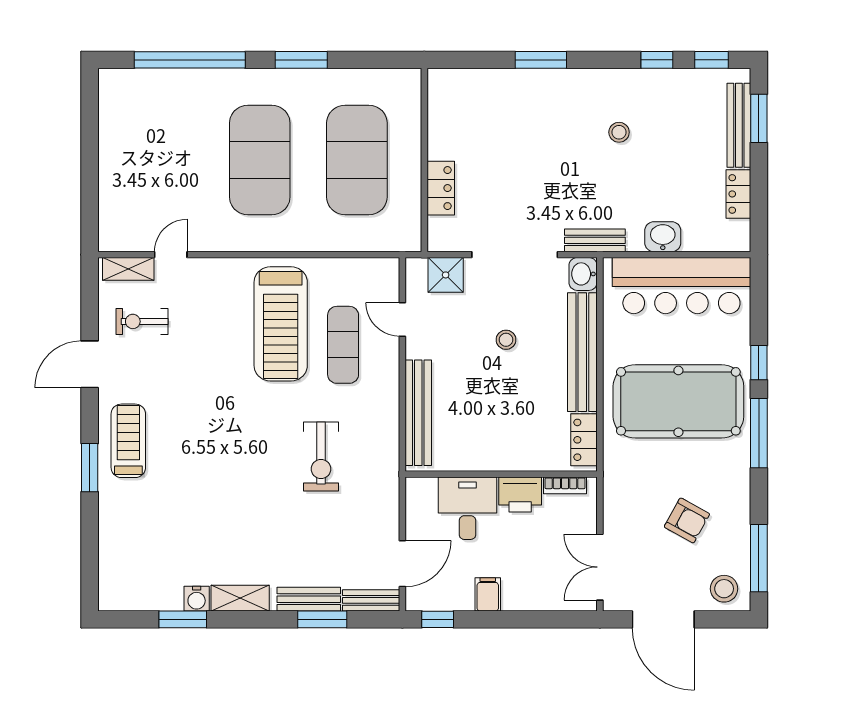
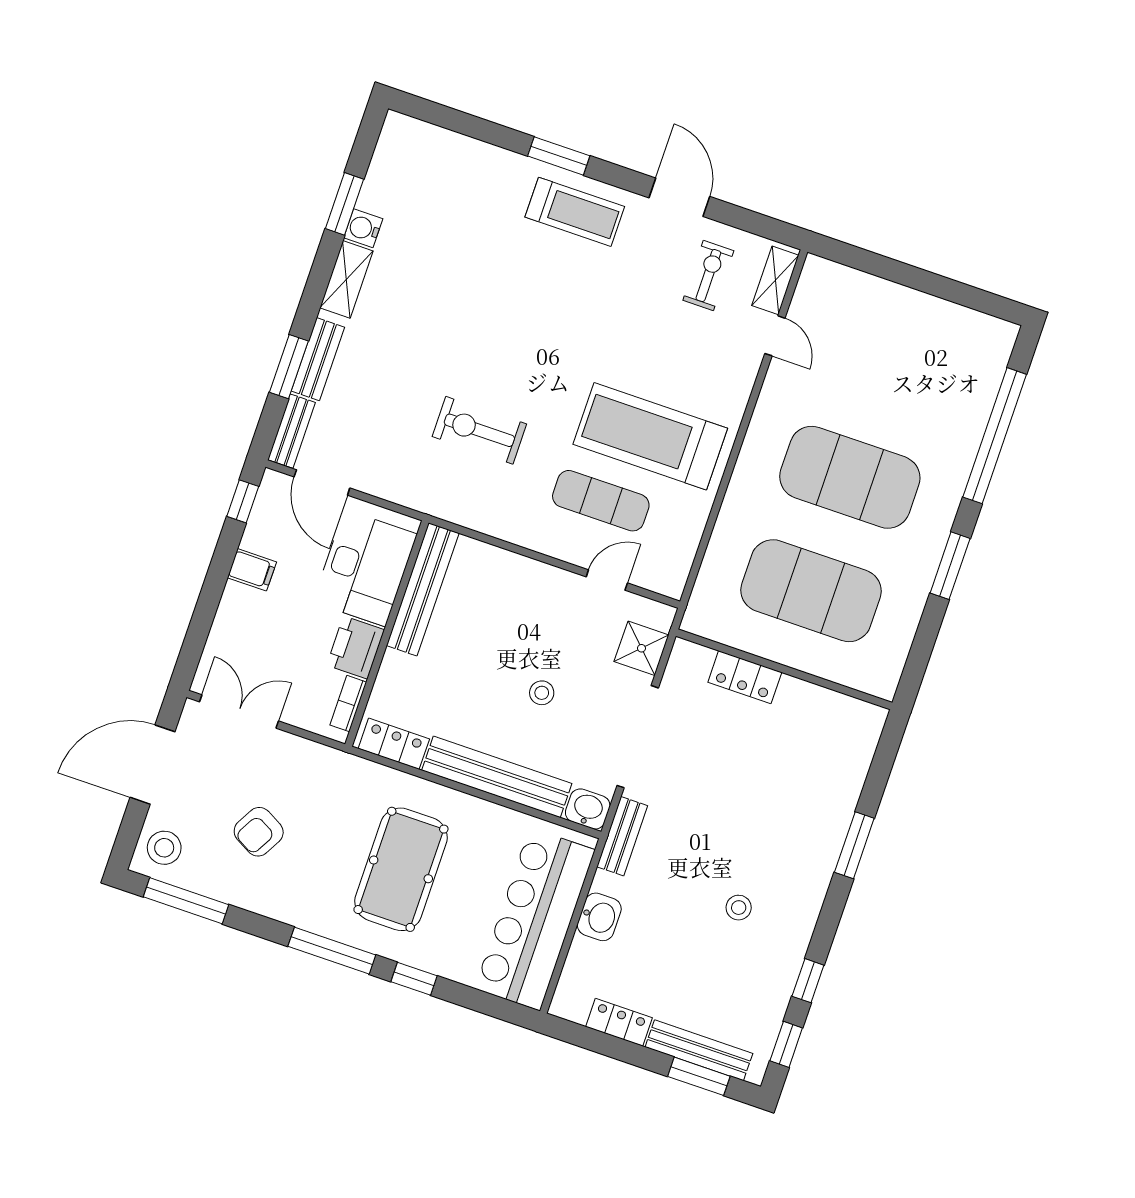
pool table: (678, 401) -> (401, 869), width x0.73, depth x0.76
bench: (418, 413) -> (423, 589), moved, turned 90
desk: (467, 508) -> (365, 568), width x1.37

